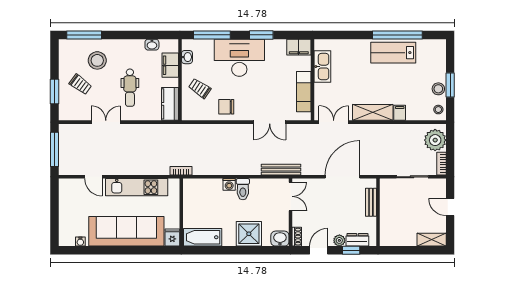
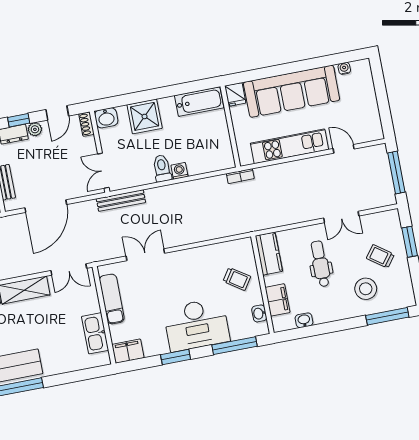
chair: (226, 107) -> (201, 263), removed

